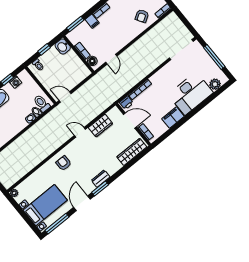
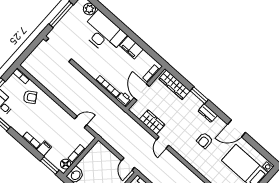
floor lamp: (92, 61) -> (66, 164), moved
armchair: (64, 163) -> (205, 140), moved
window: (100, 188) -> (199, 95), moved
window: (57, 224) -> (262, 151), removed

